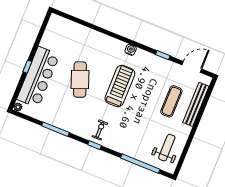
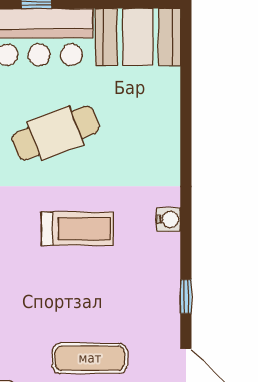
booth: (56, 33) -> (138, 37), added
treadmill: (120, 86) -> (77, 229), width x0.73, depth x0.73

